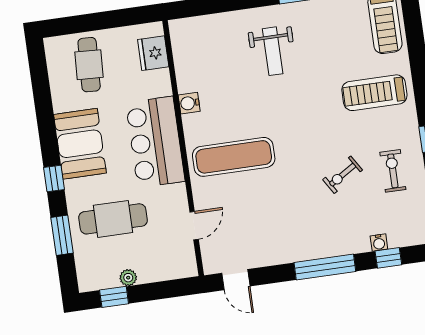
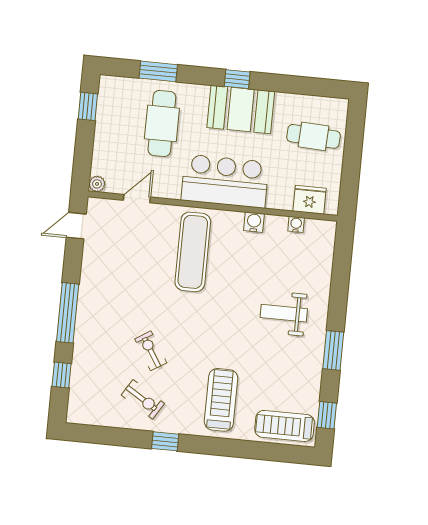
exercise bike: (393, 171) -> (143, 399), turned 32
window: (54, 178) -> (237, 79), moved
door: (194, 226) -> (137, 199), swing flipped
water cooler: (379, 243) -> (296, 224), moved, turned 90
plant: (128, 278) -> (97, 184), moved

